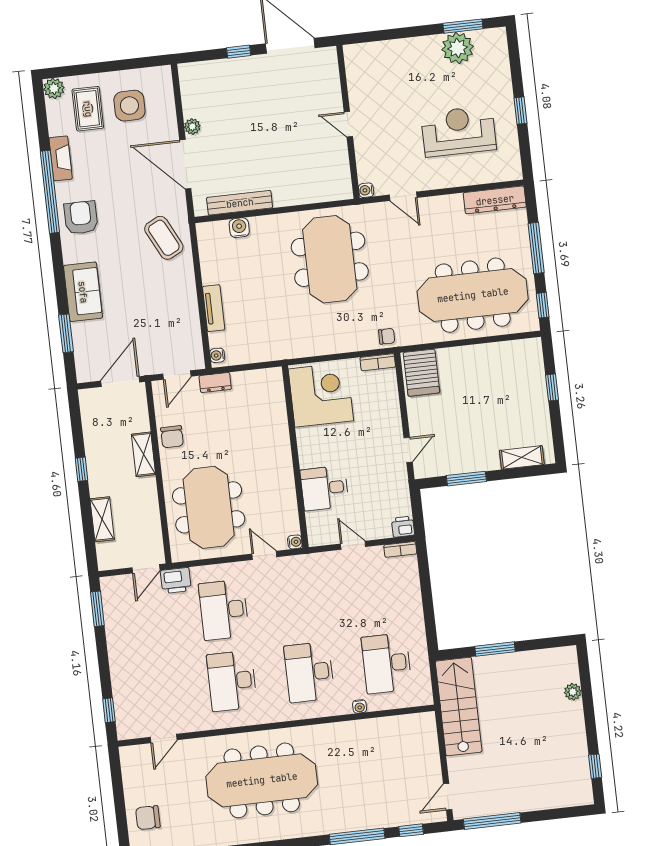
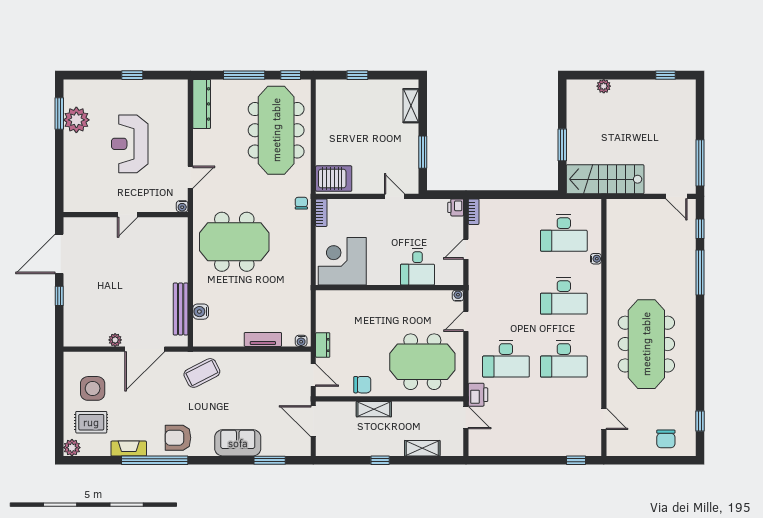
reception desk: (459, 131) -> (130, 144), moved
window: (97, 609) -> (494, 460), removed

